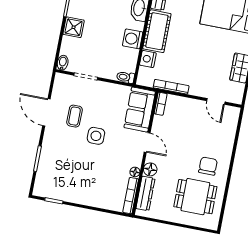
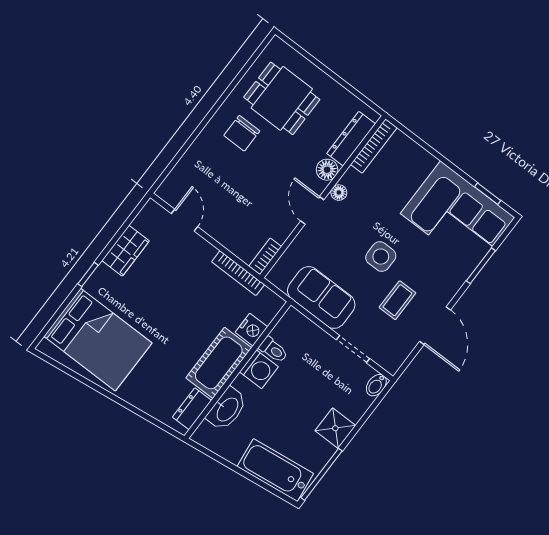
toilet: (125, 77) -> (273, 350), moved
sofa: (140, 109) -> (321, 298), moved, turned -90
floor lamp: (135, 172) -> (339, 193), moved
corner sofa: (65, 180) -> (457, 215), added

